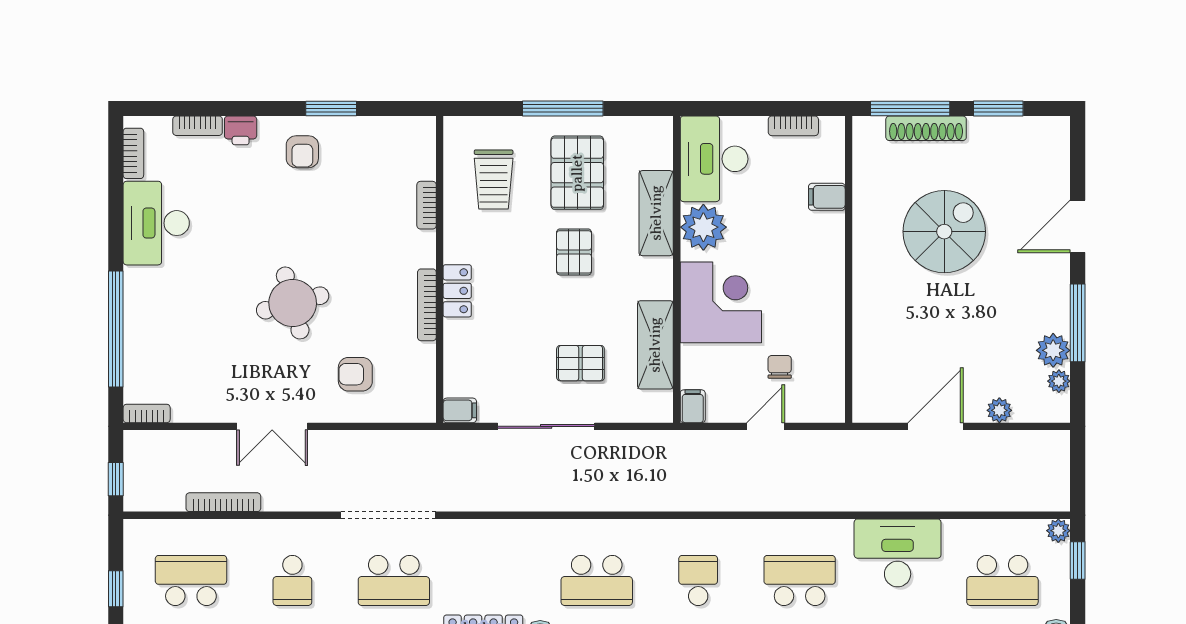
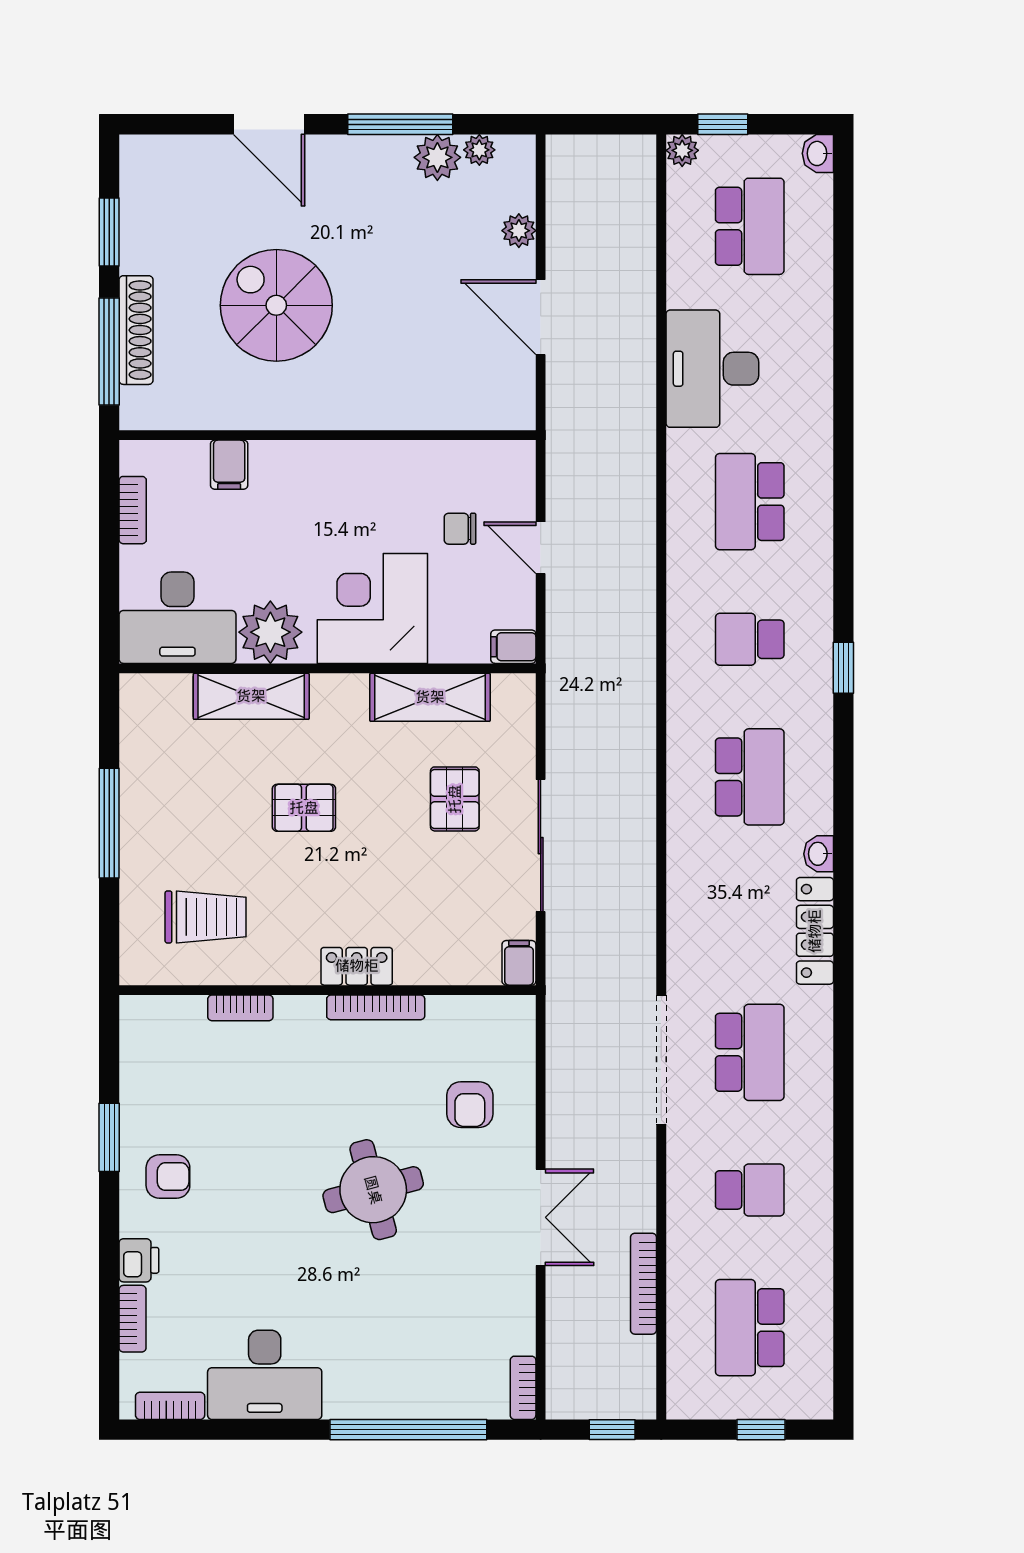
pallet: (577, 173) -> (196, 803), removed

